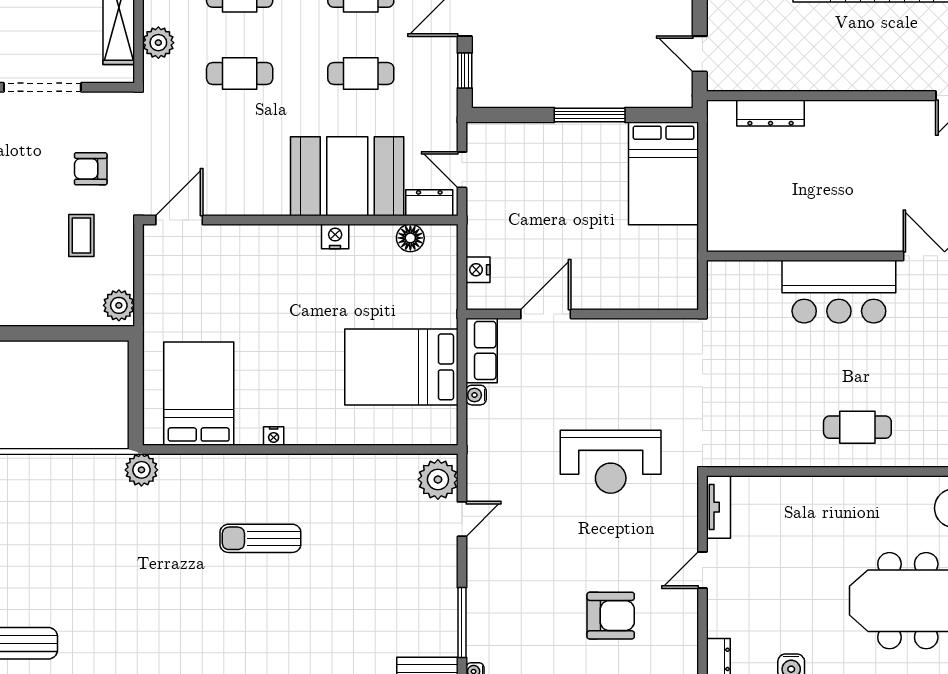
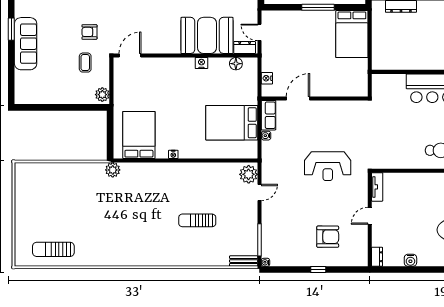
sun lounger: (260, 538) -> (197, 220), moved

